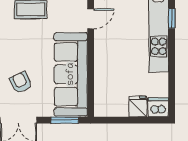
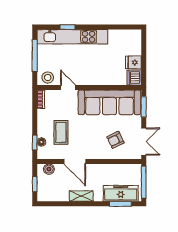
fridge: (138, 107) -> (133, 62), moved
dishwasher: (158, 107) -> (134, 78), moved

